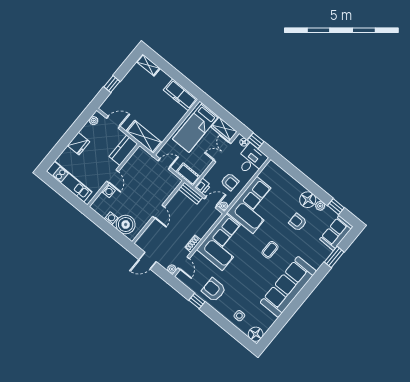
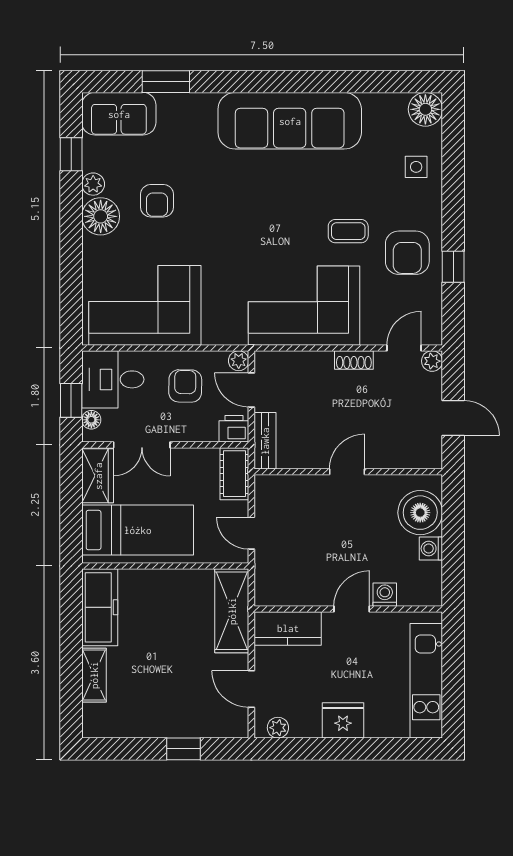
shelving: (148, 65) -> (94, 675), moved
corner sofa: (255, 205) -> (145, 305), moved
coffee table: (270, 250) -> (348, 231), moved

